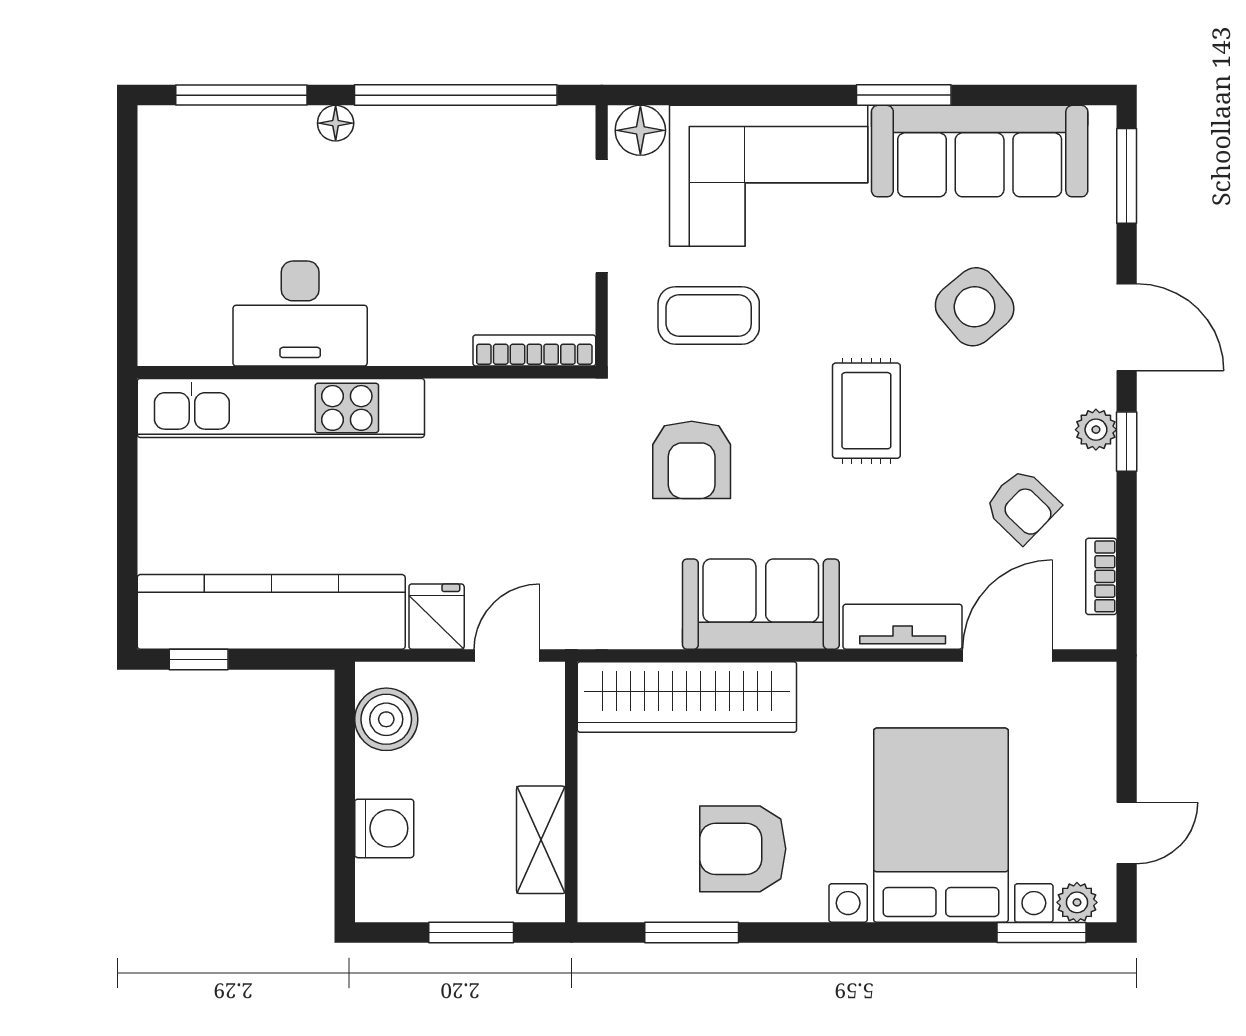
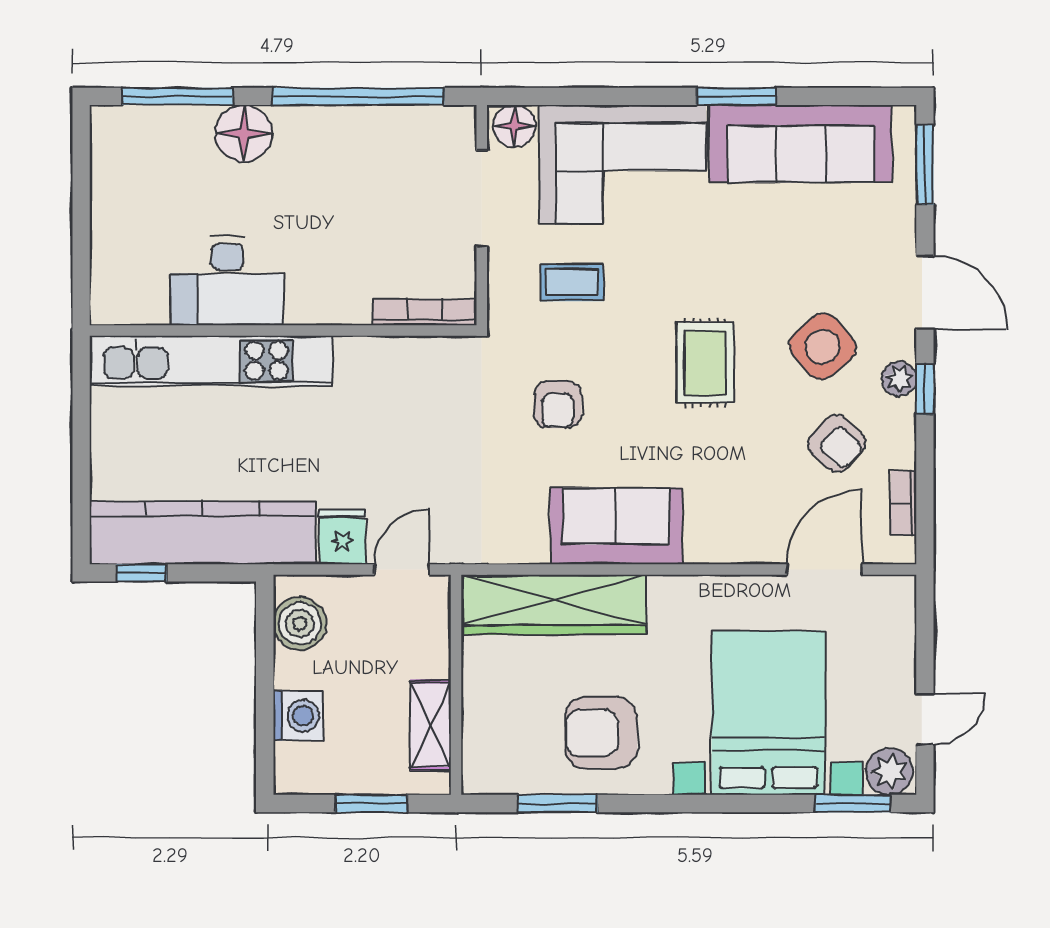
floor lamp: (336, 123) -> (244, 134), width x1.89, depth x1.89
side table: (975, 307) -> (822, 346), moved
coffee table: (709, 315) -> (572, 282), width x0.73, depth x0.77
armchair: (692, 460) -> (558, 404), width x0.72, depth x0.72
tv unit: (903, 627) -> (736, 545), removed
plant: (1077, 902) -> (889, 772), width x1.38, depth x1.38

